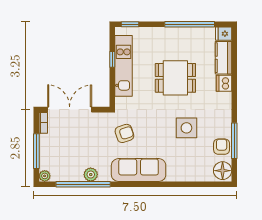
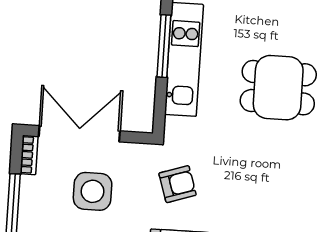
window: (112, 59) -> (164, 46), width x2.17
side table: (186, 128) -> (93, 191), moved

